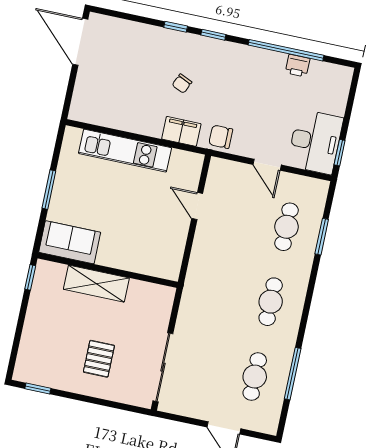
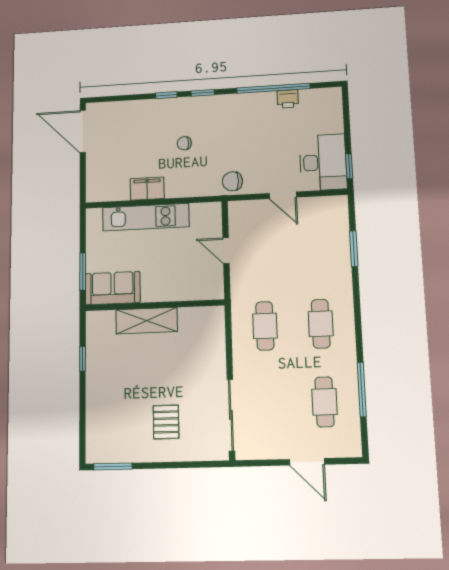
chair: (182, 84) -> (184, 143), turned 66
filing cabinet: (181, 131) -> (147, 189), moved
cafe table: (287, 227) -> (265, 326), moved
sofa: (70, 242) -> (113, 288), moved
wall: (108, 270) -> (154, 305), moved
shelving: (96, 284) -> (147, 321), moved
window: (38, 388) -> (113, 466), width x1.50

